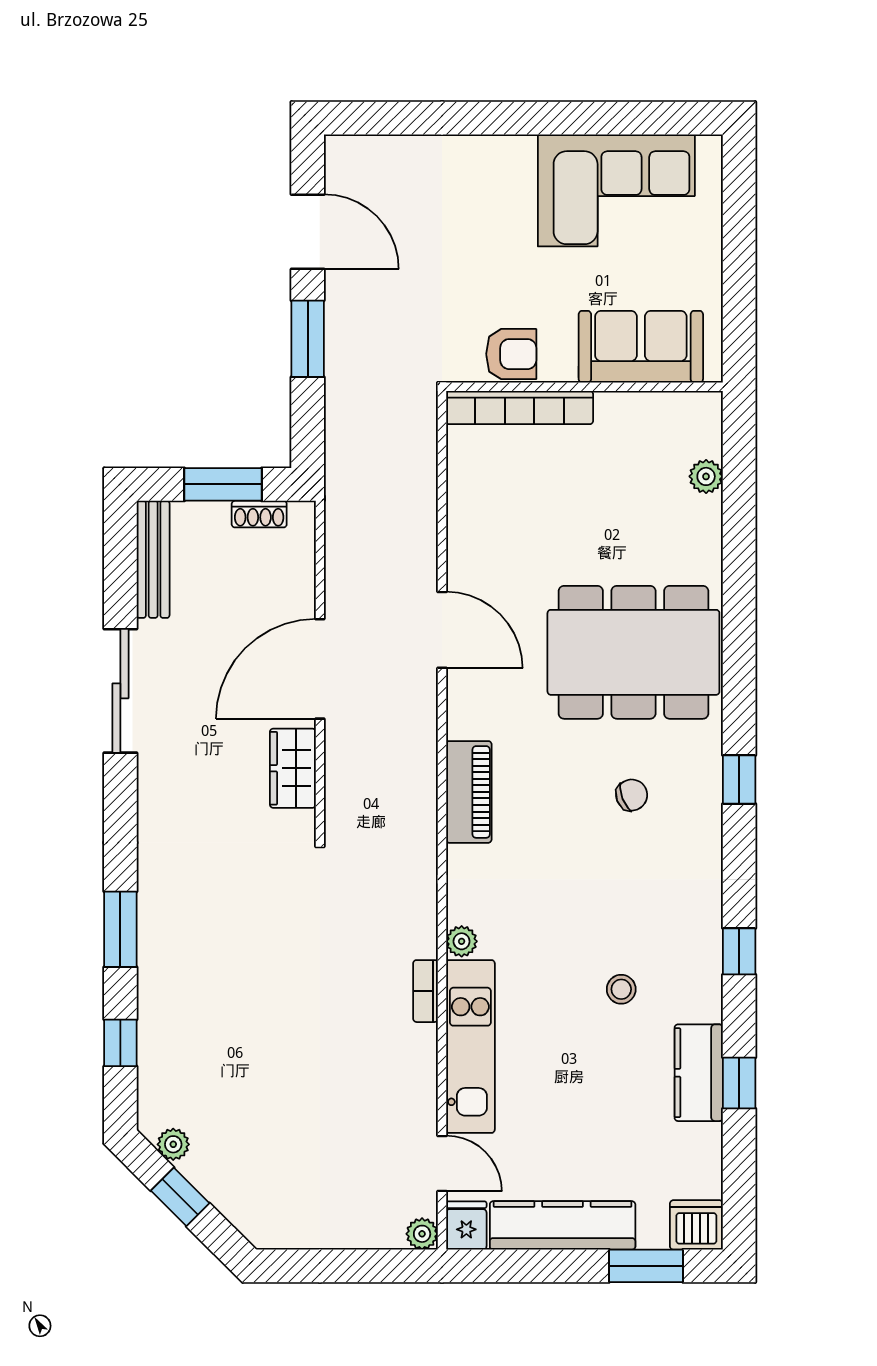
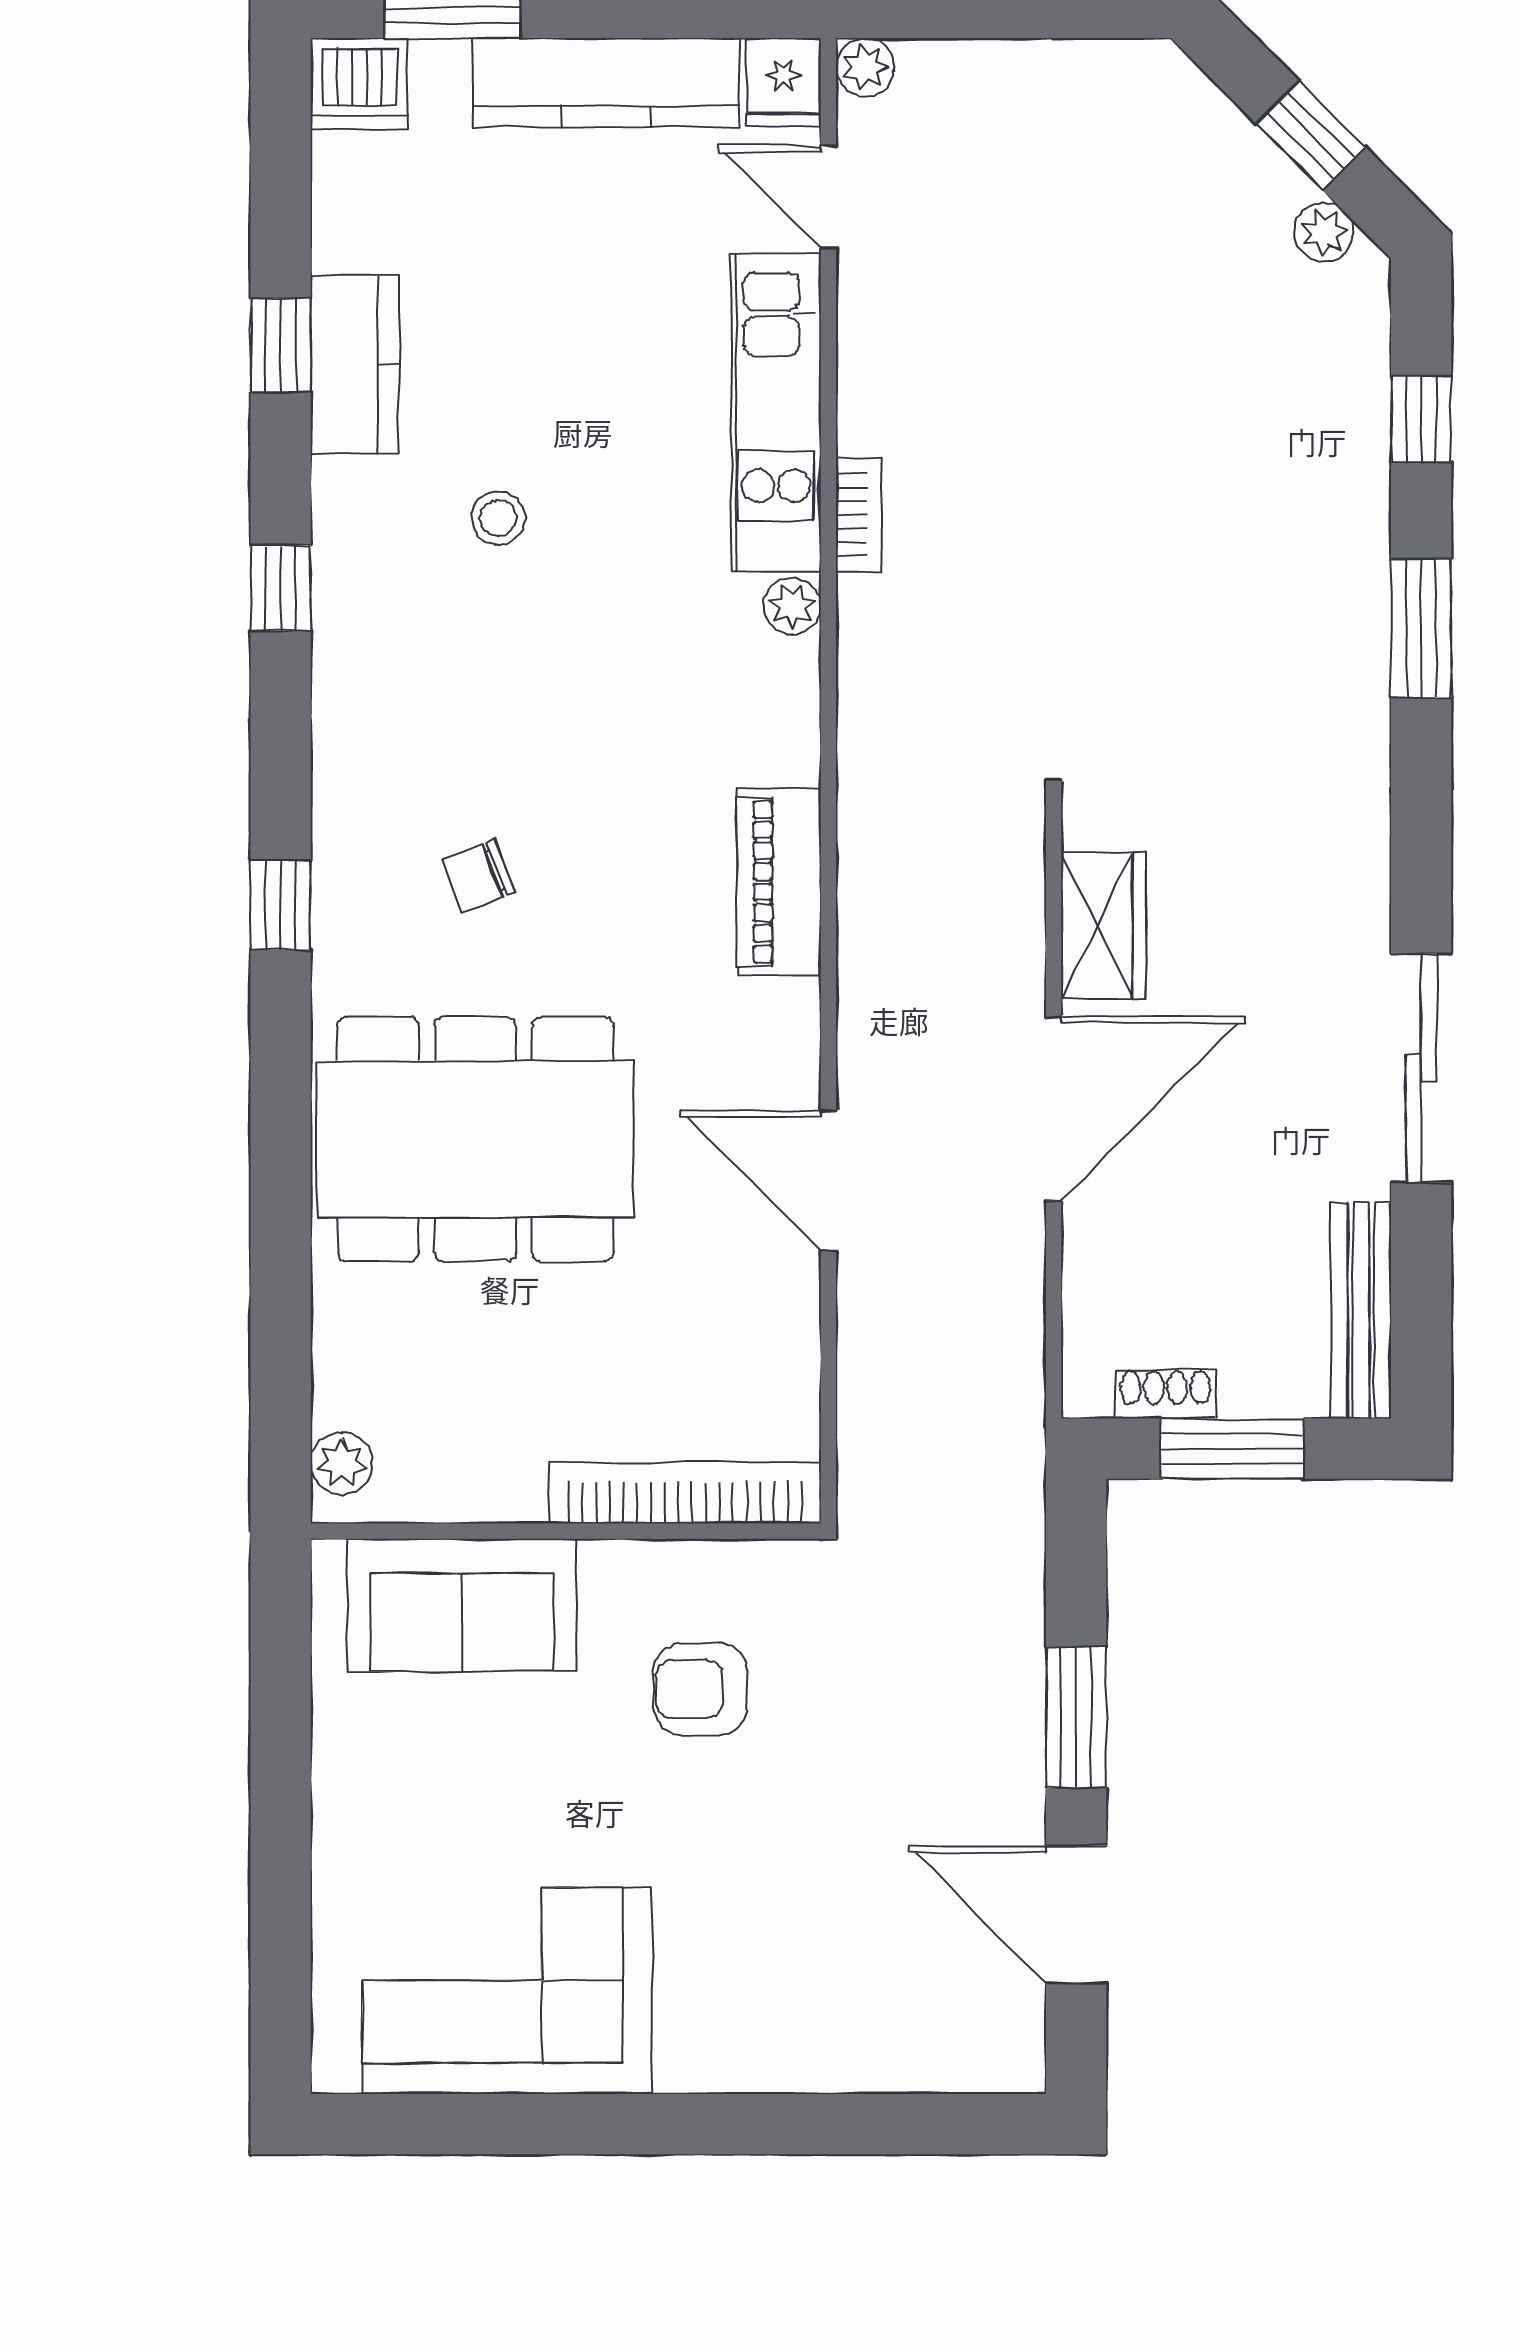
sofa: (641, 347) -> (462, 1605), moved
wall: (584, 387) -> (566, 1531), moved
bookcase: (520, 408) -> (685, 1493), moved

